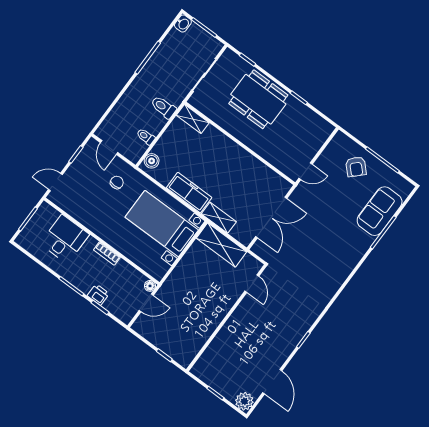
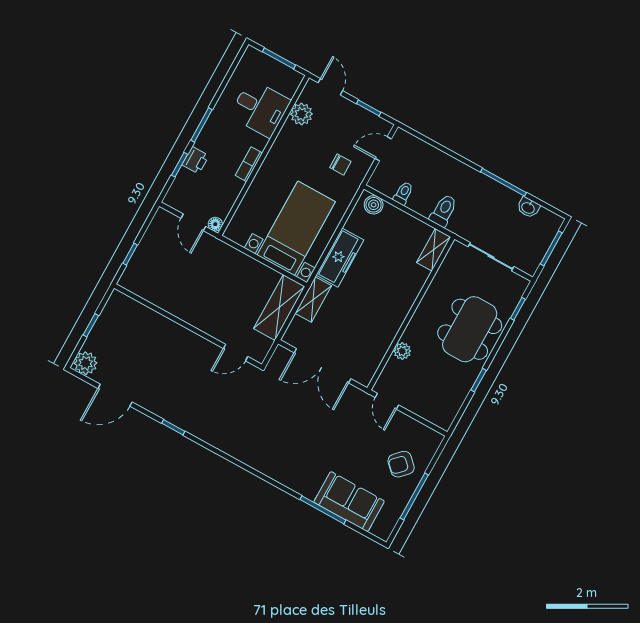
washbasin: (183, 24) -> (528, 208), moved
plant: (268, 154) -> (402, 351), added
plant: (73, 207) -> (301, 114), added

